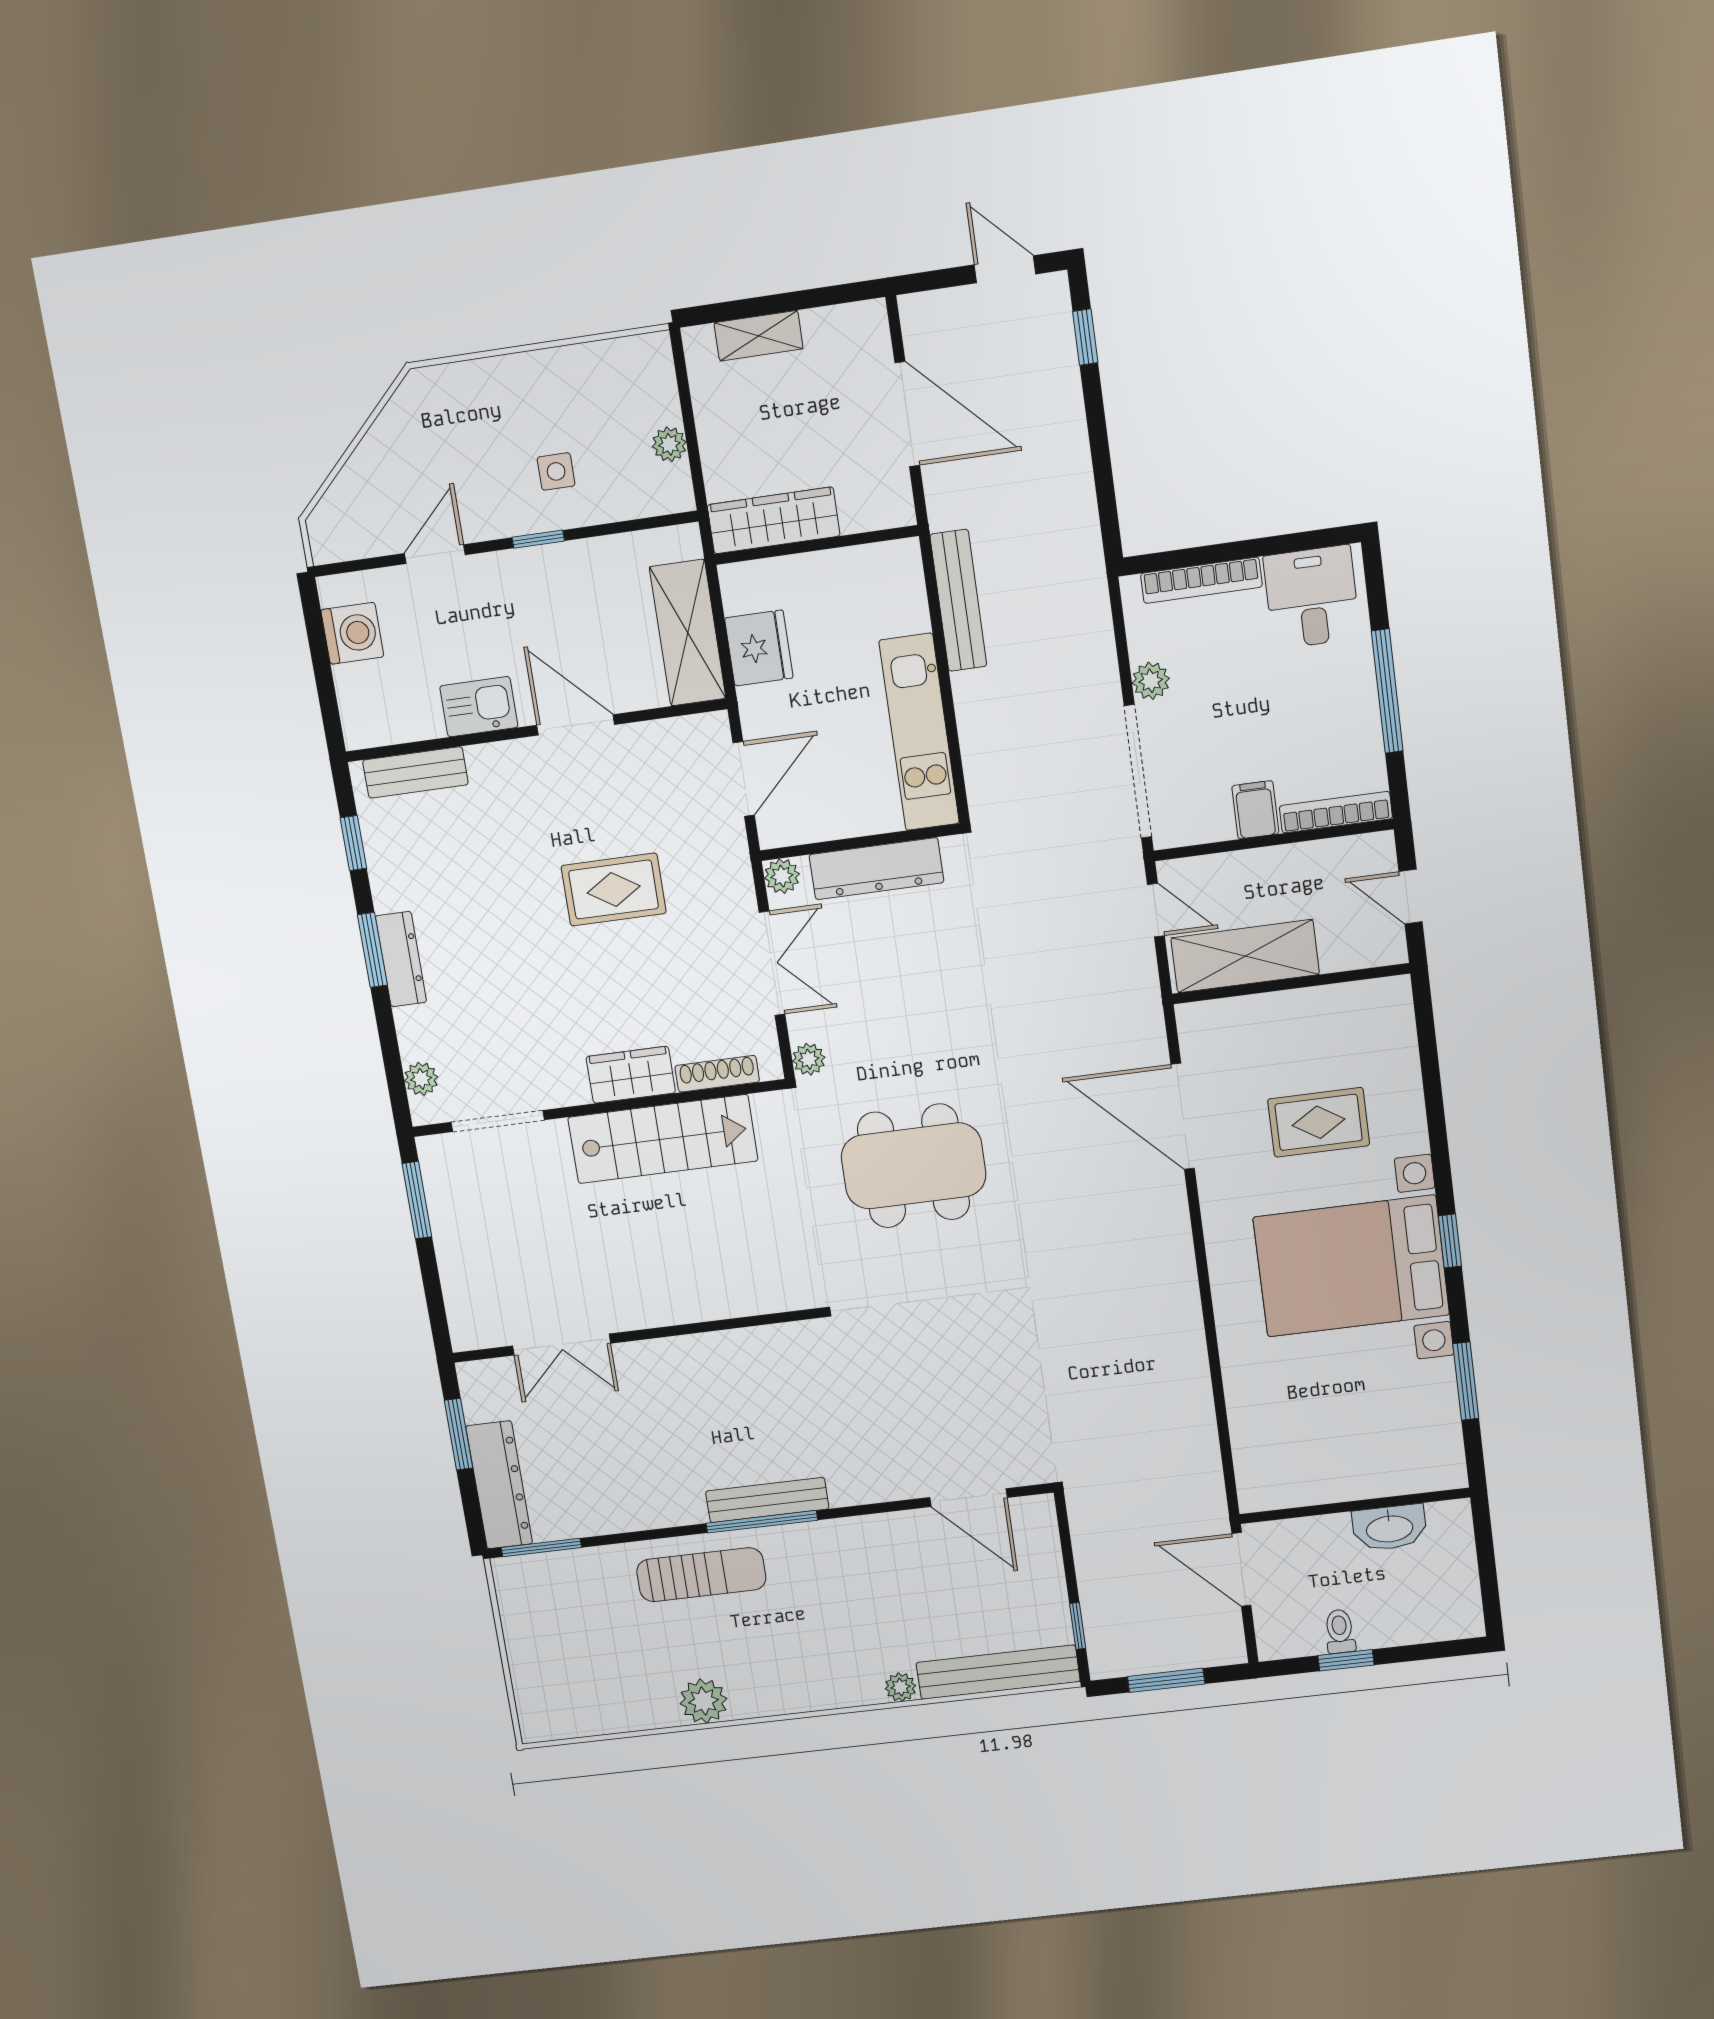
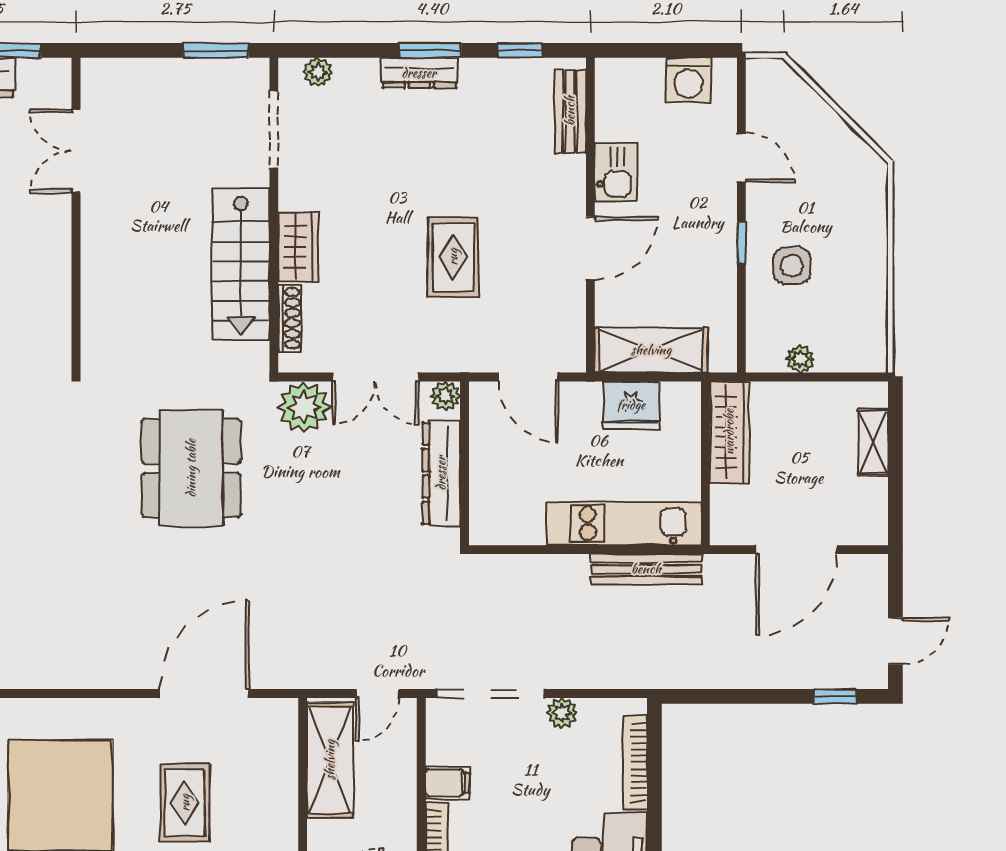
side table: (556, 471) -> (792, 266), width x1.37, depth x1.37
kitchen unit: (919, 732) -> (624, 523), moved
plant: (809, 1059) -> (304, 407), width x1.88, depth x1.88

